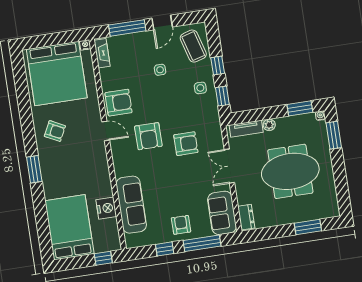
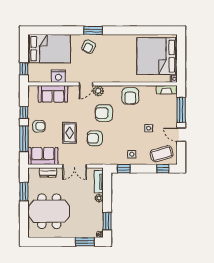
window: (218, 65) -> (163, 169), moved
armchair: (55, 131) -> (89, 47), moved
door: (106, 131) -> (86, 84), moved
armchair: (186, 144) -> (95, 138), turned 90
plant: (118, 149) -> (98, 91), added
double door: (229, 166) -> (75, 166), swing flipped
meeting table: (290, 171) -> (49, 211), moved, turned 90
rug: (184, 180) -> (70, 133), added
sofa: (131, 205) -> (53, 94), width x0.73
dresser: (246, 217) -> (48, 172), moved
window: (308, 227) -> (24, 191), moved

